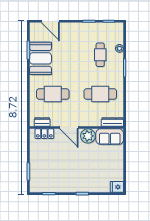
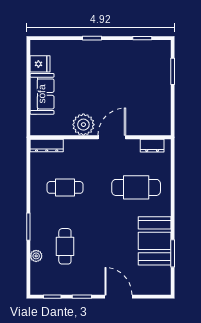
door: (50, 21) -> (118, 297), moved
cafe table: (100, 94) -> (65, 187), width x0.73, depth x0.74
door: (69, 127) -> (112, 137), hinge flipped
locker: (44, 134) -> (149, 128), removed
sofa: (110, 137) -> (42, 94), moved, turned 90
fridge: (117, 187) -> (40, 64), moved

